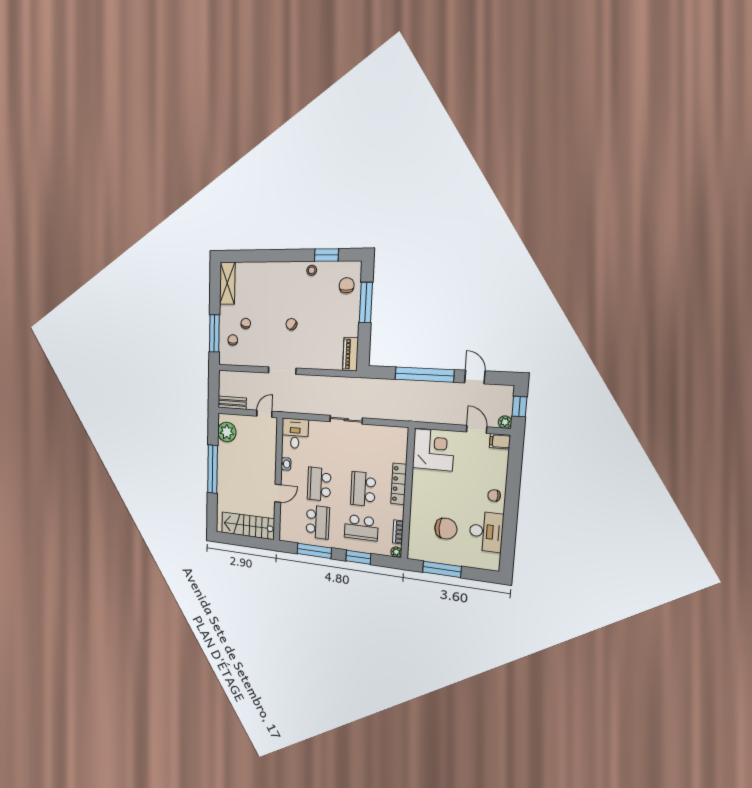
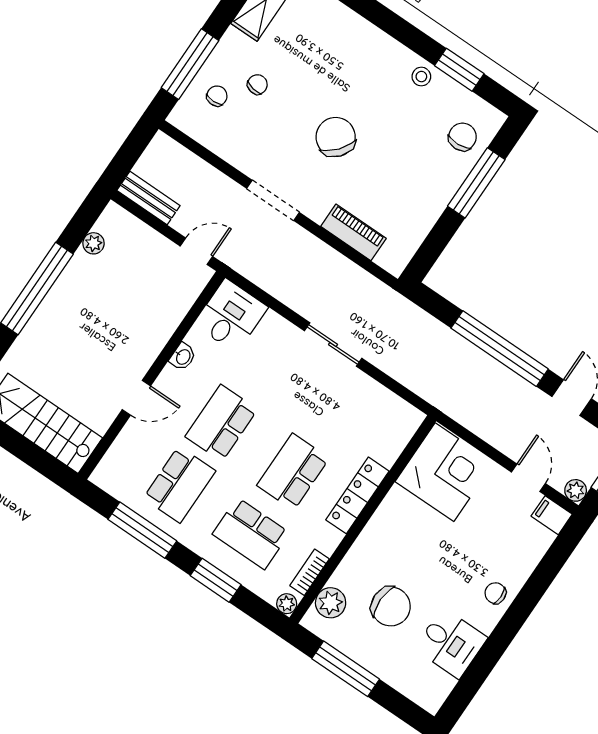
chair: (291, 324) -> (336, 137), width x1.87, depth x1.87
piano: (351, 354) -> (353, 232), moved, turned 90
plant: (227, 432) -> (93, 243), width x0.53, depth x0.53
desk: (486, 532) -> (451, 643), width x0.73
plant: (416, 541) -> (331, 603), added

